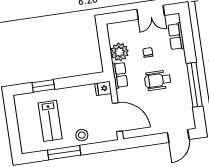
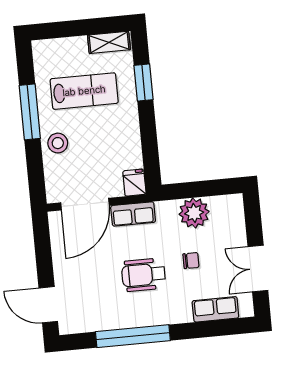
row of seats: (120, 75) -> (133, 214), moved
wheelchair: (158, 80) -> (143, 275), turned -90
shelving: (20, 108) -> (109, 42), added
lab bench: (50, 121) -> (84, 91), turned 180

